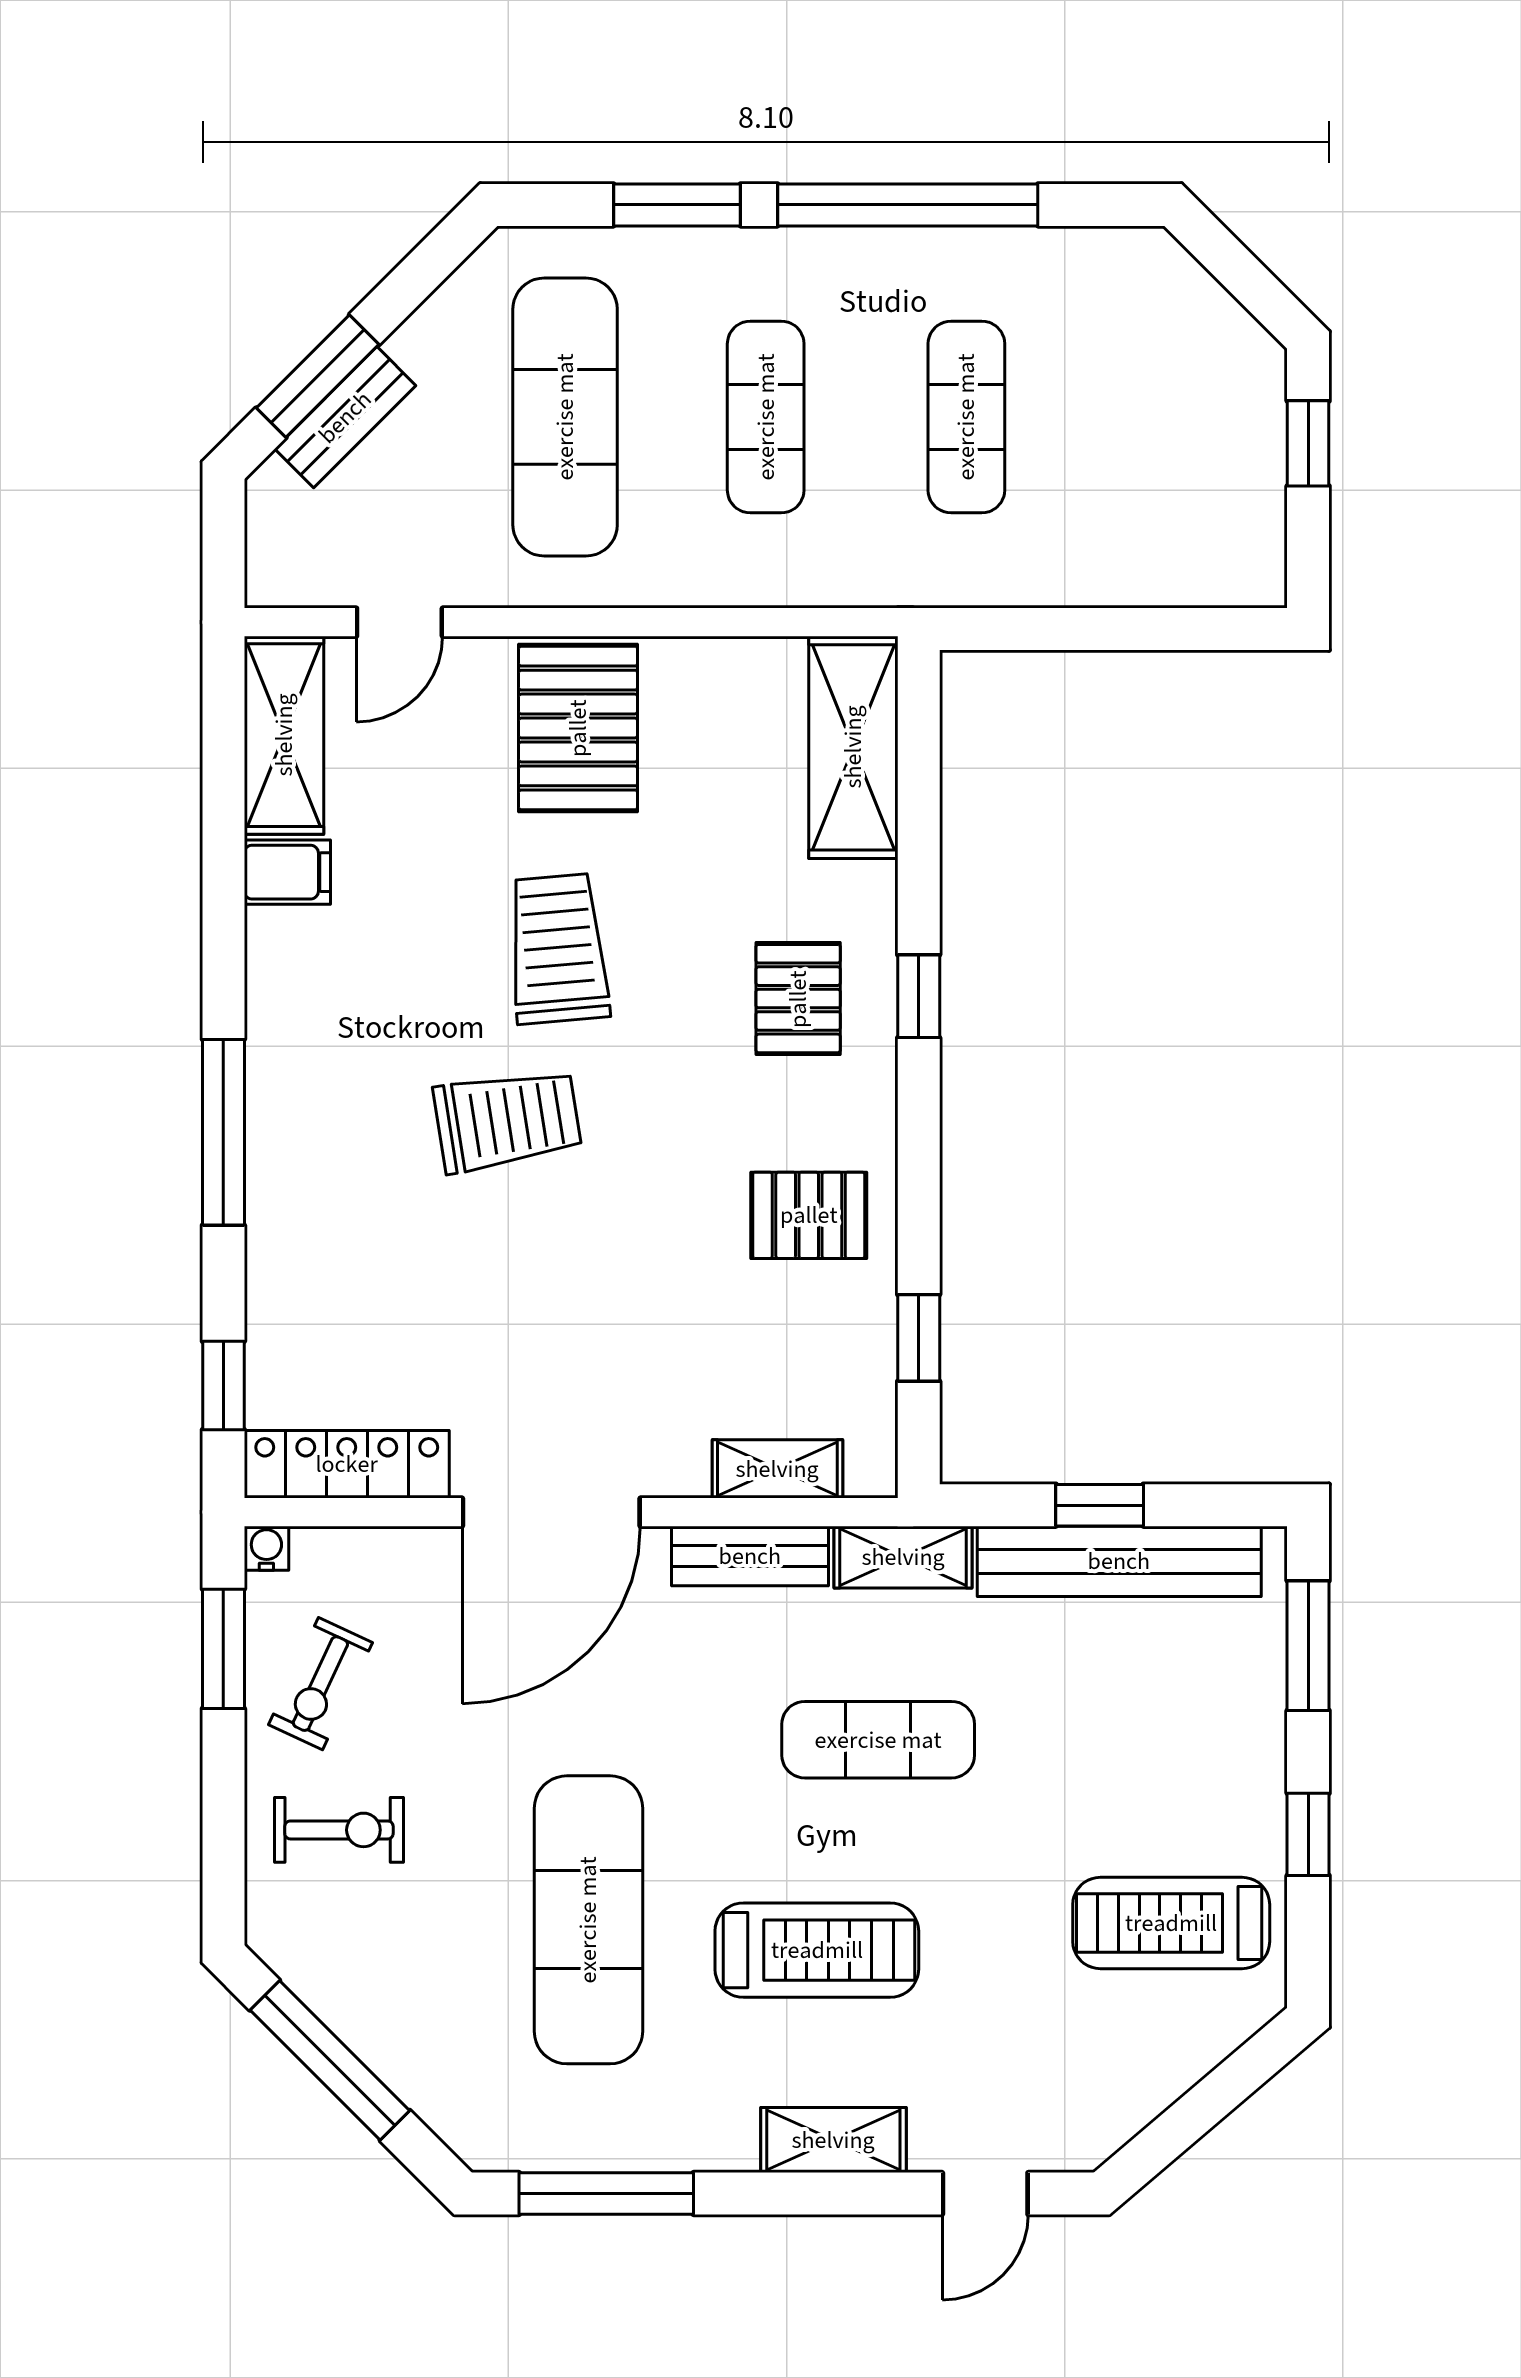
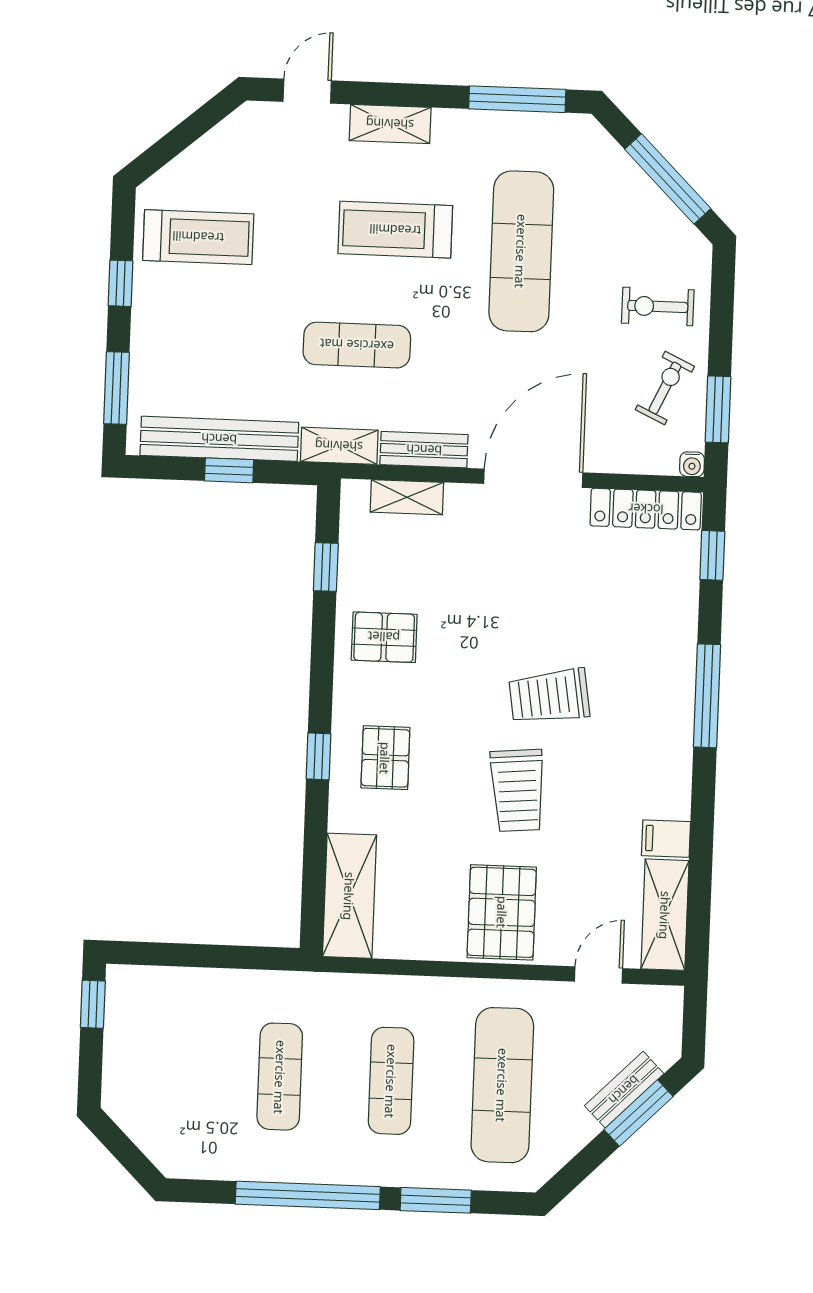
window: (1308, 443) -> (93, 1004), moved

